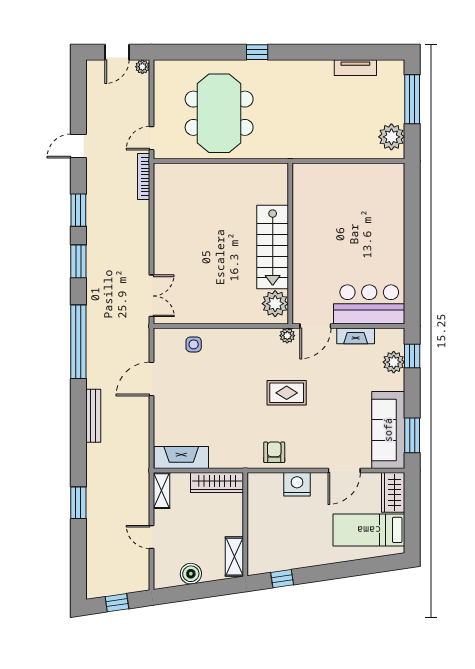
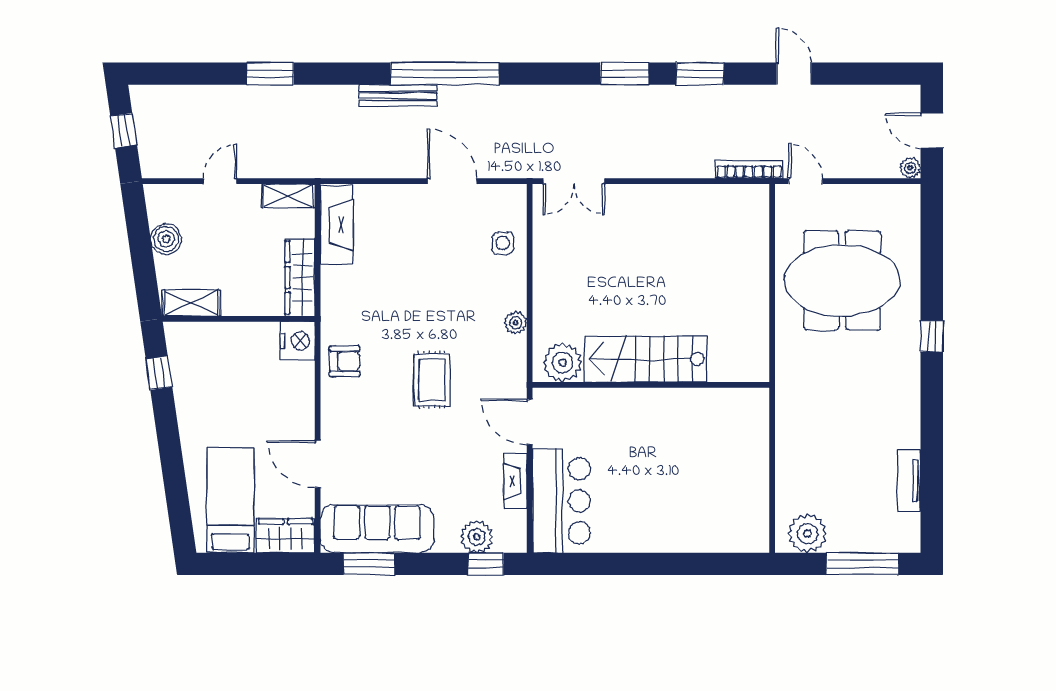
plant: (287, 336) -> (516, 323), moved
window: (78, 342) -> (445, 74), moved
nightstand: (297, 484) -> (298, 341), moved

